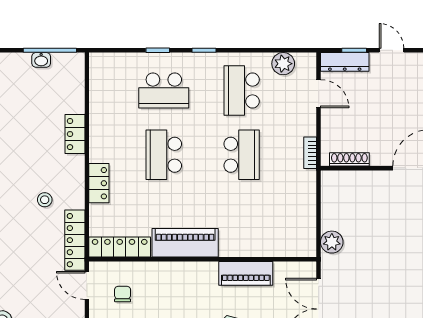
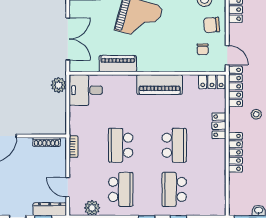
school desk: (164, 90) -> (174, 189), turned -90
locker: (75, 134) -> (235, 152), width x1.53
desk: (292, 235) -> (86, 90), added
locker: (120, 247) -> (212, 82), width x0.66

